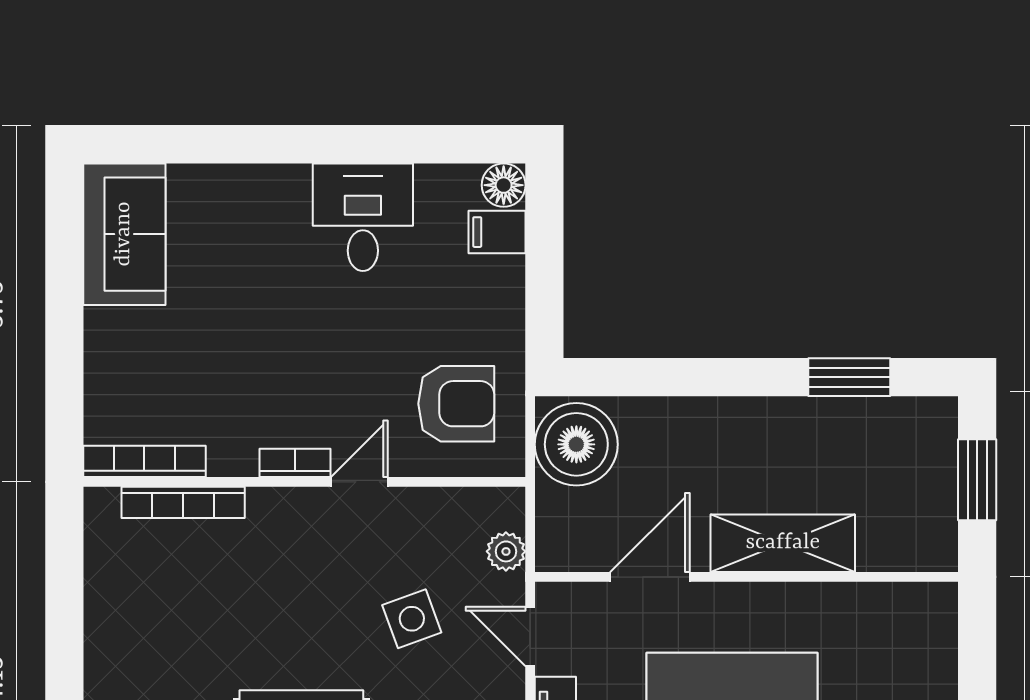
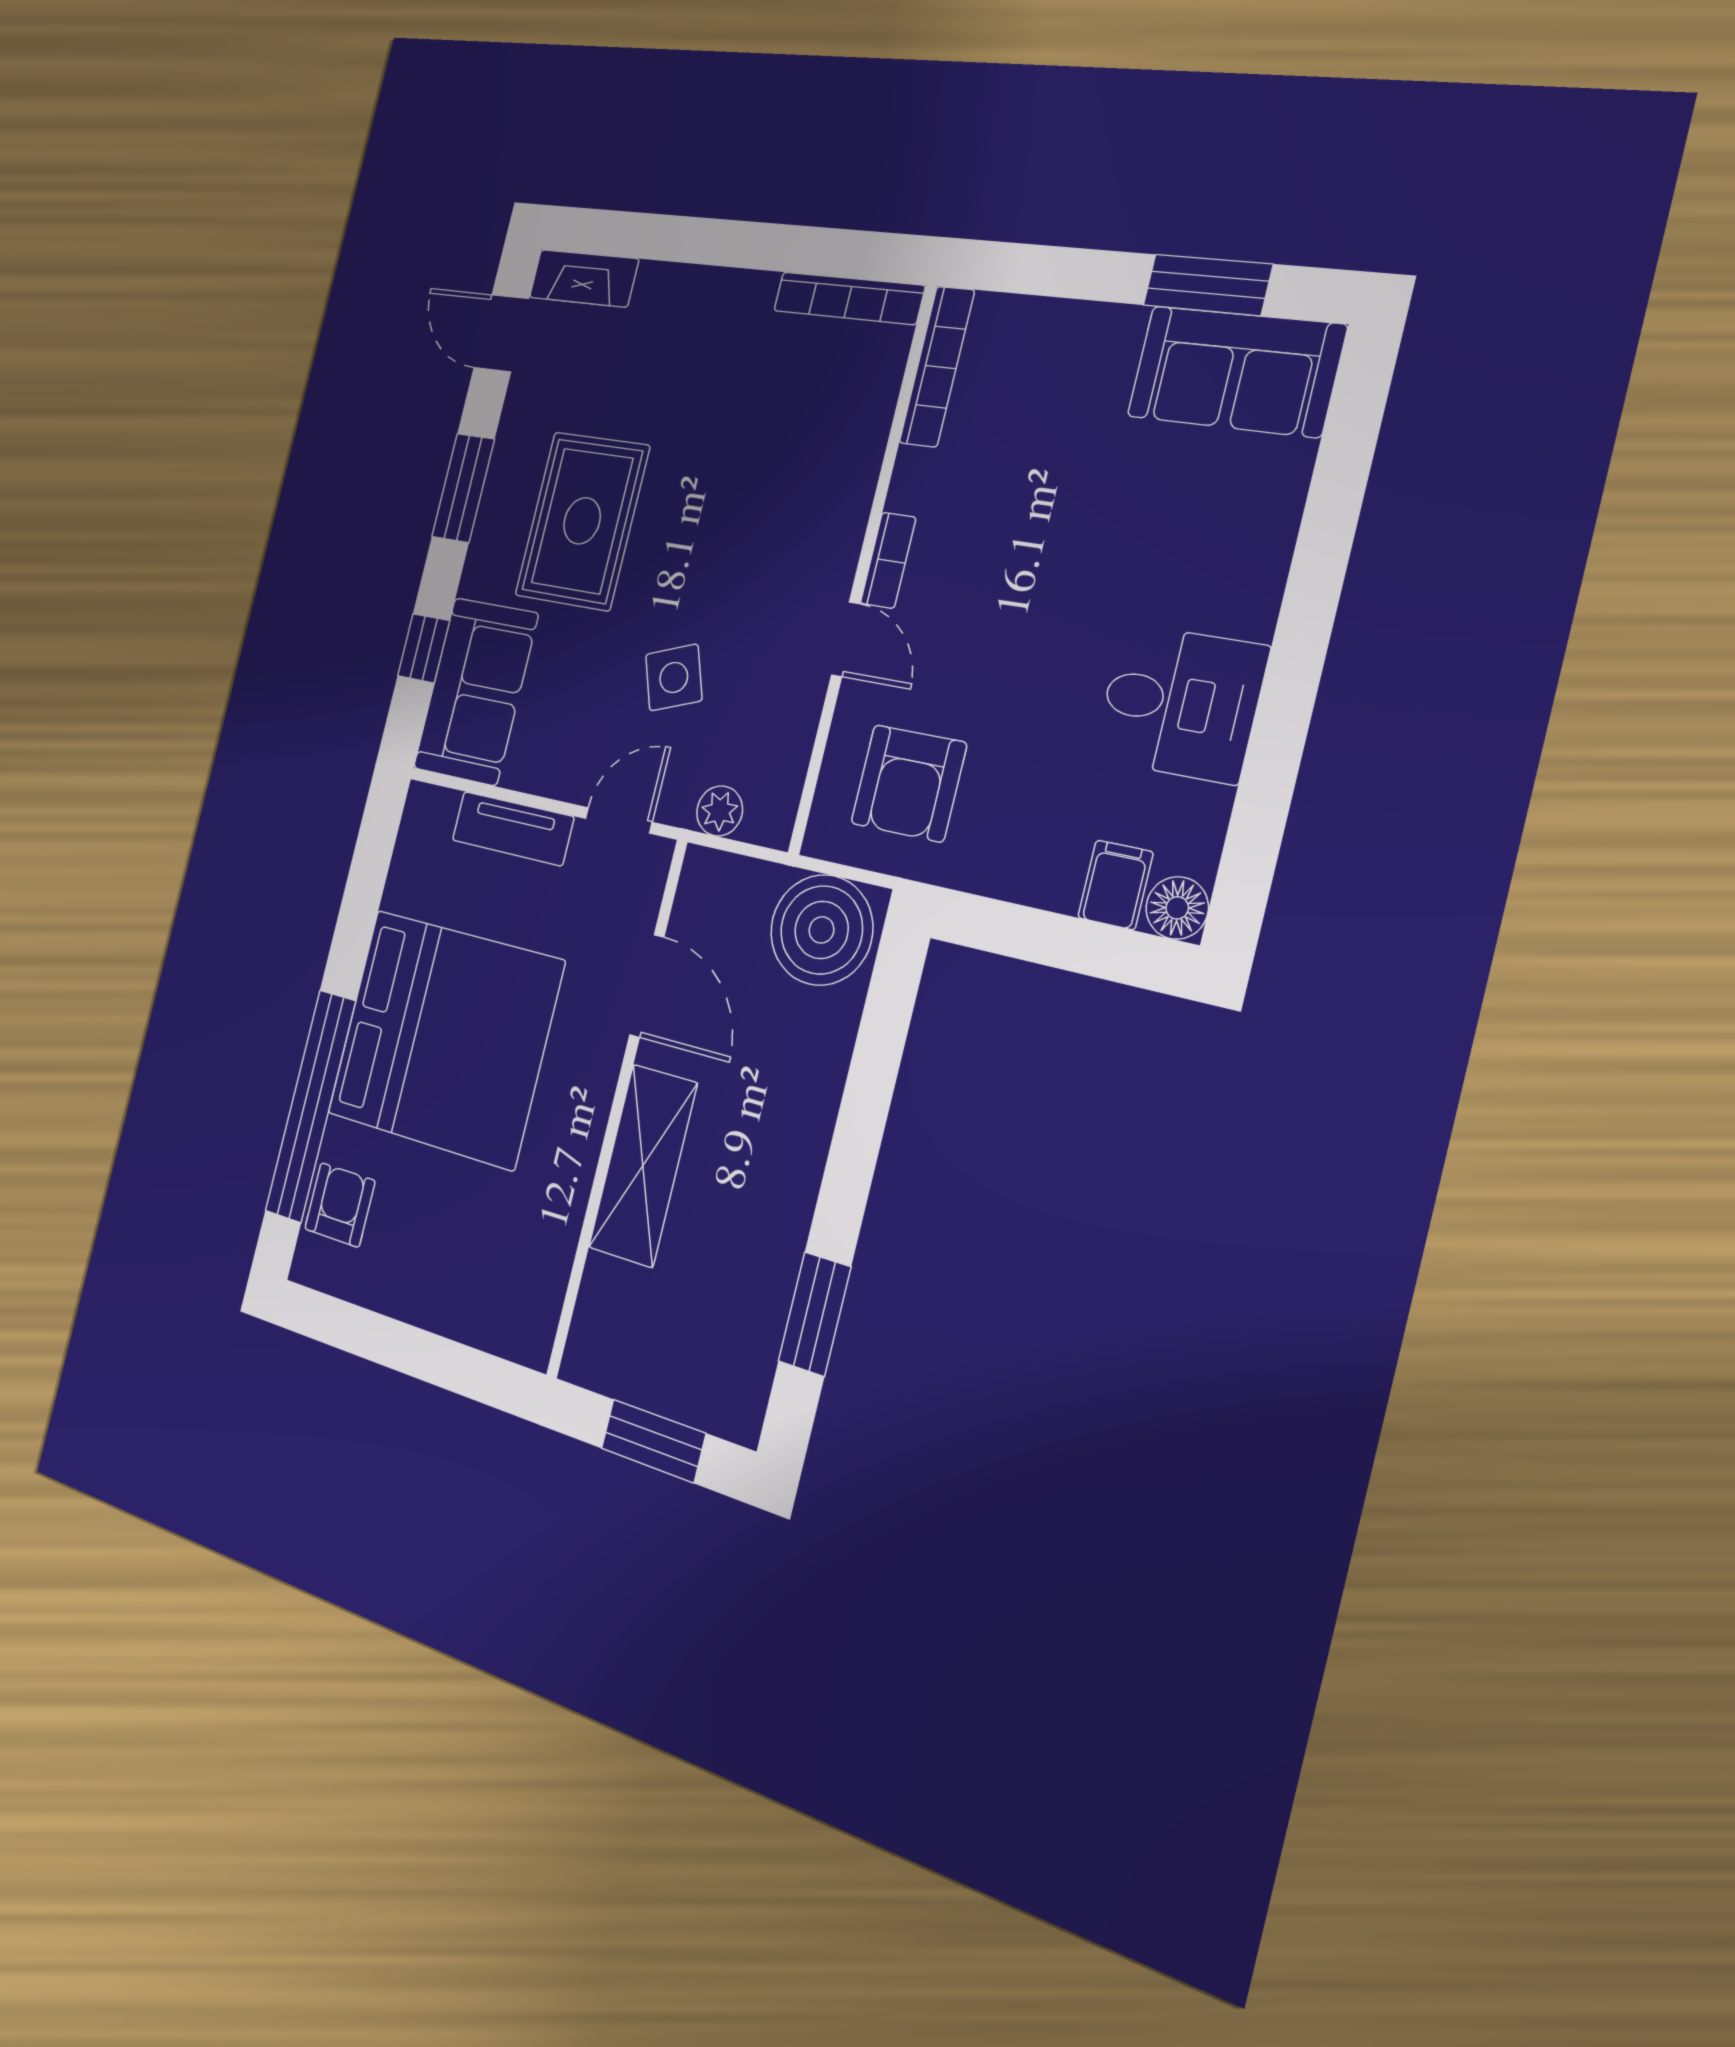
window: (64, 269) -> (1208, 285), added
bookcase: (183, 502) -> (849, 298), moved, turned -90

